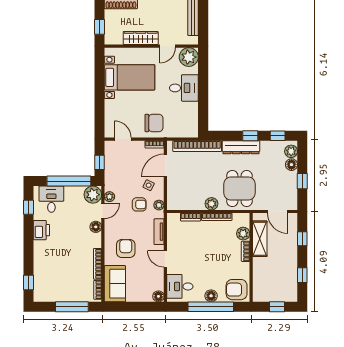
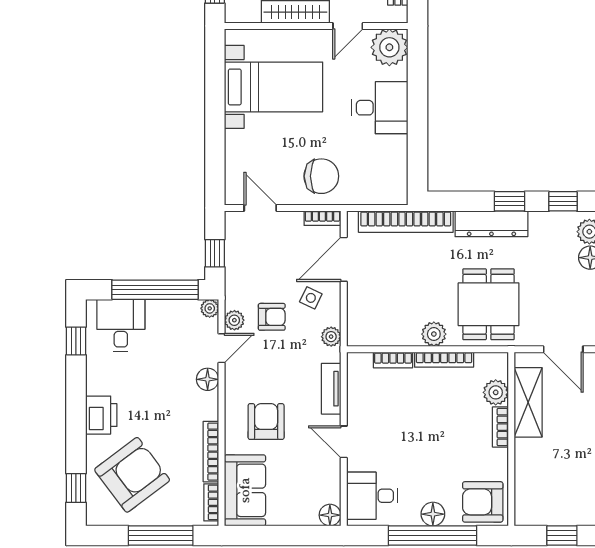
plant: (93, 195) -> (210, 308), width x0.53, depth x0.53
armchair: (139, 204) -> (272, 317), moved
printer: (41, 230) -> (101, 415), moved
armchair: (57, 276) -> (132, 475), added

